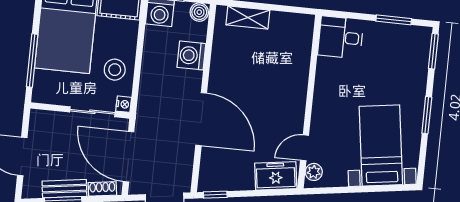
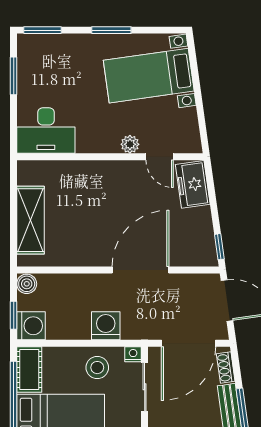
shelving: (248, 17) -> (30, 220), width x1.50, depth x1.33
desk: (341, 37) -> (46, 131), width x1.37
washing machine: (191, 55) -> (106, 326), moved, turned 180
plant: (314, 172) -> (130, 144), moved

